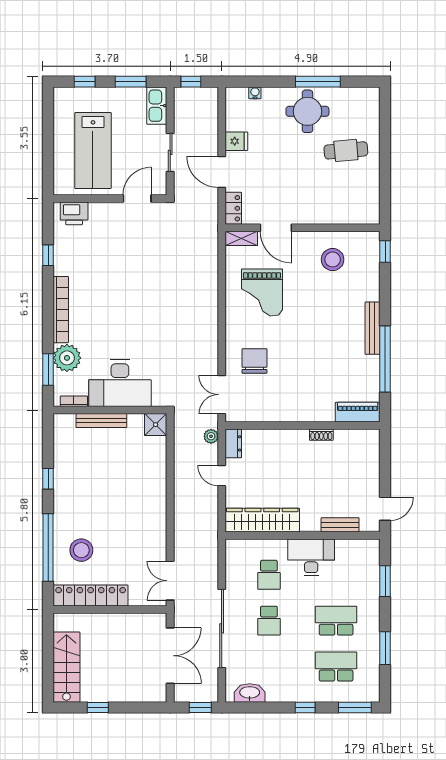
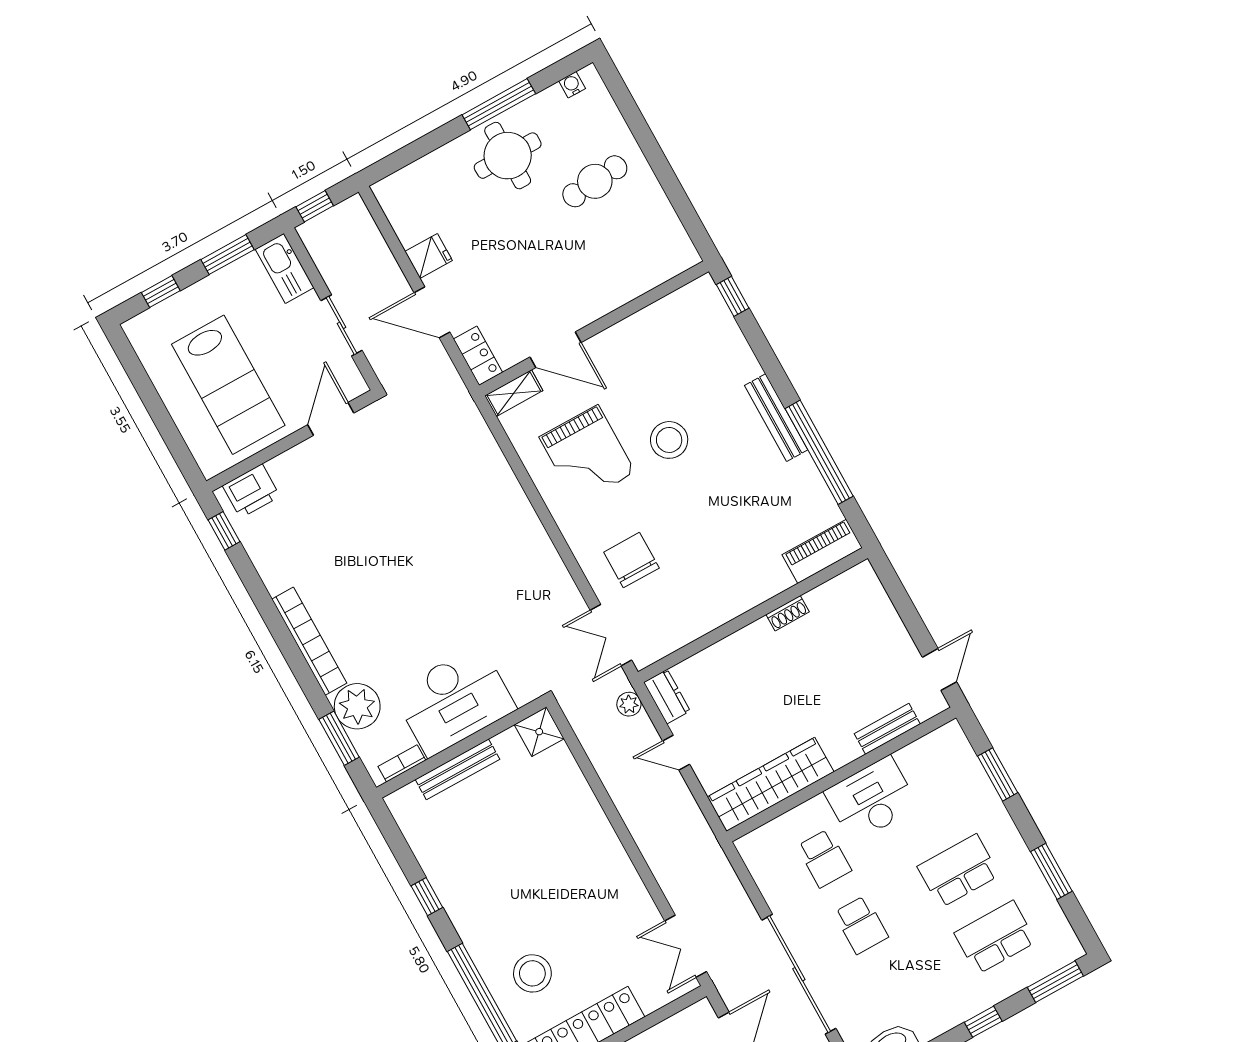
water cooler: (255, 93) -> (572, 85), moved
window: (48, 255) -> (224, 531), moved
stool: (333, 259) -> (669, 440), moved

